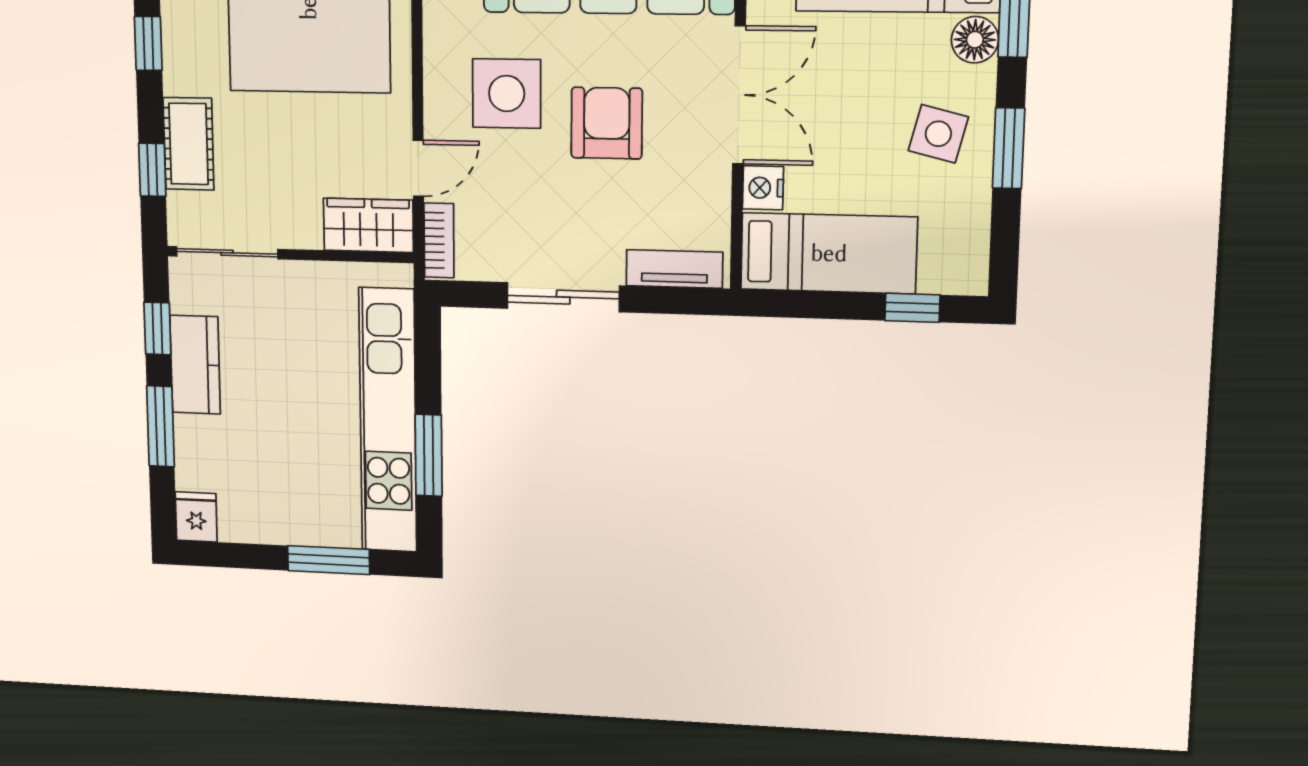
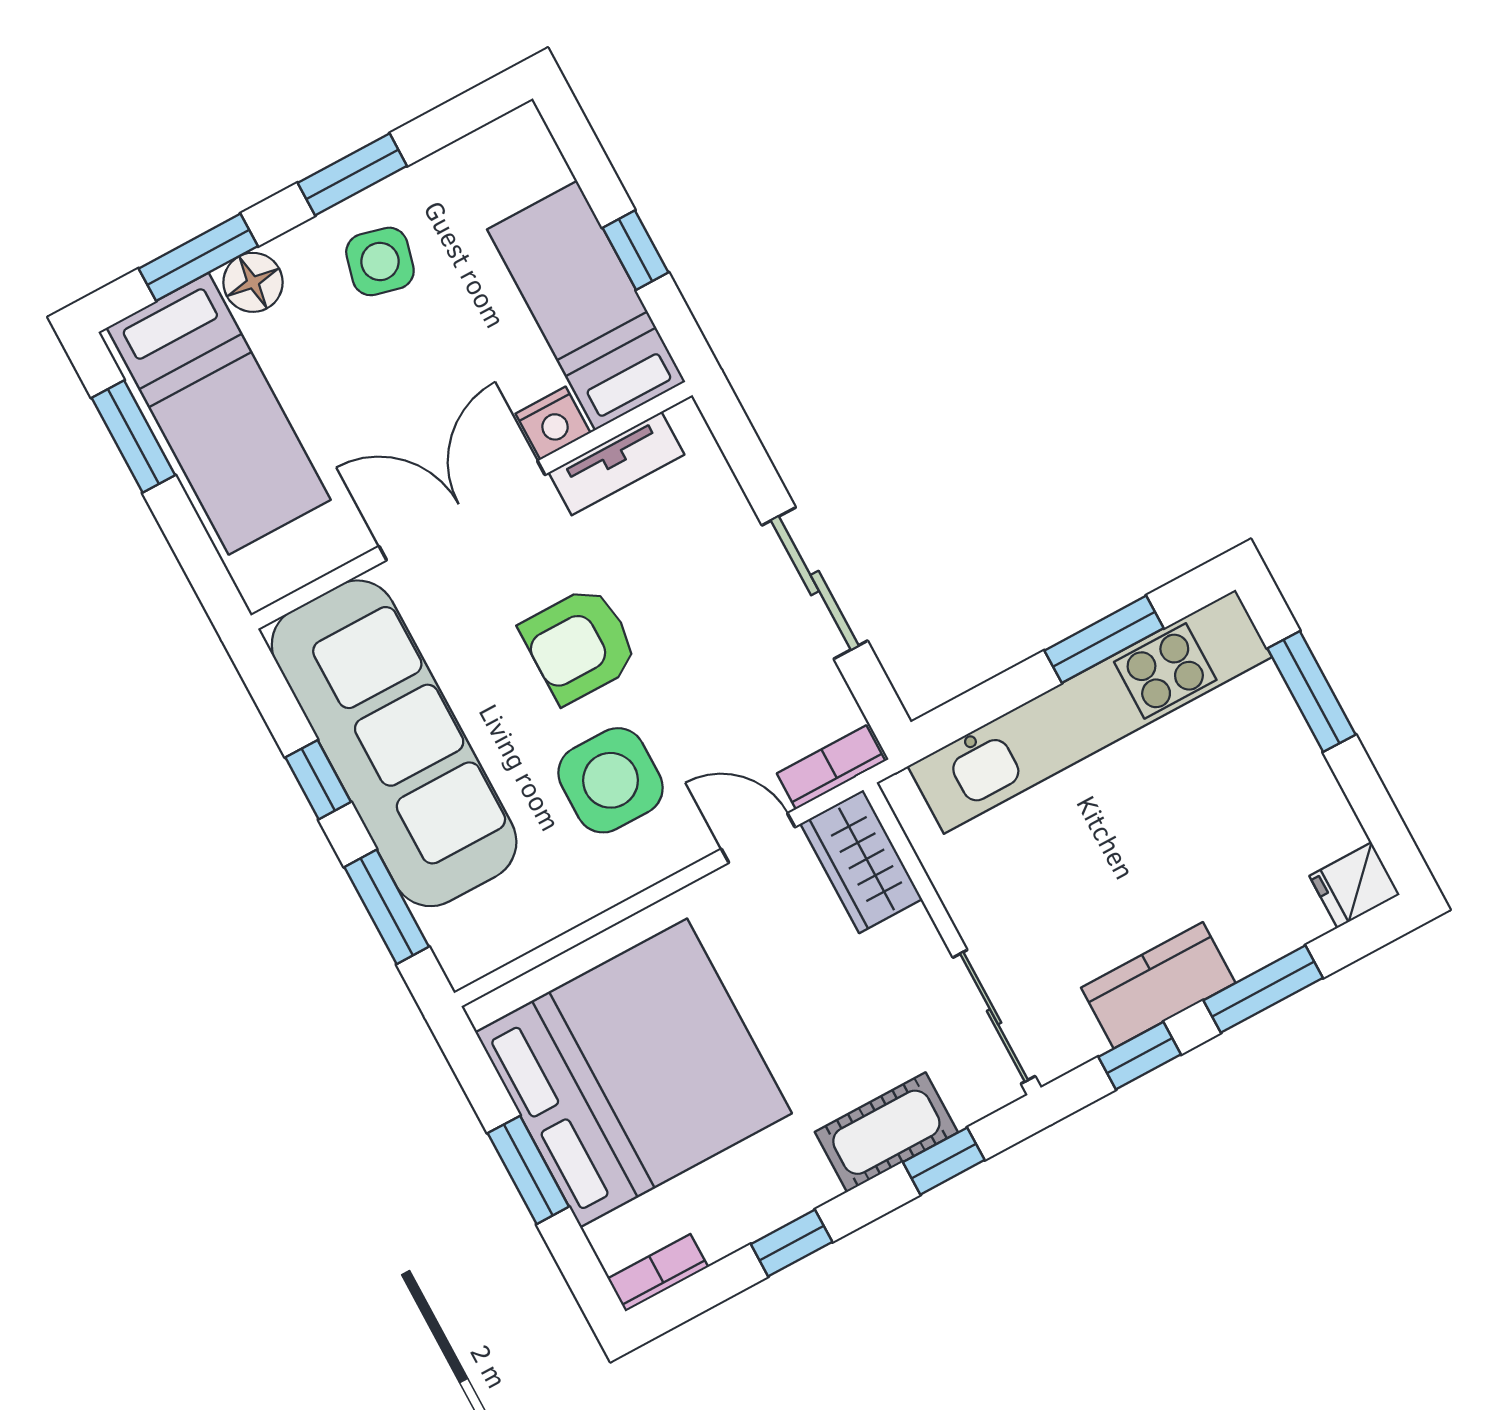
tv unit: (674, 269) -> (616, 464), moved, turned -90
window: (912, 308) -> (636, 250), moved

